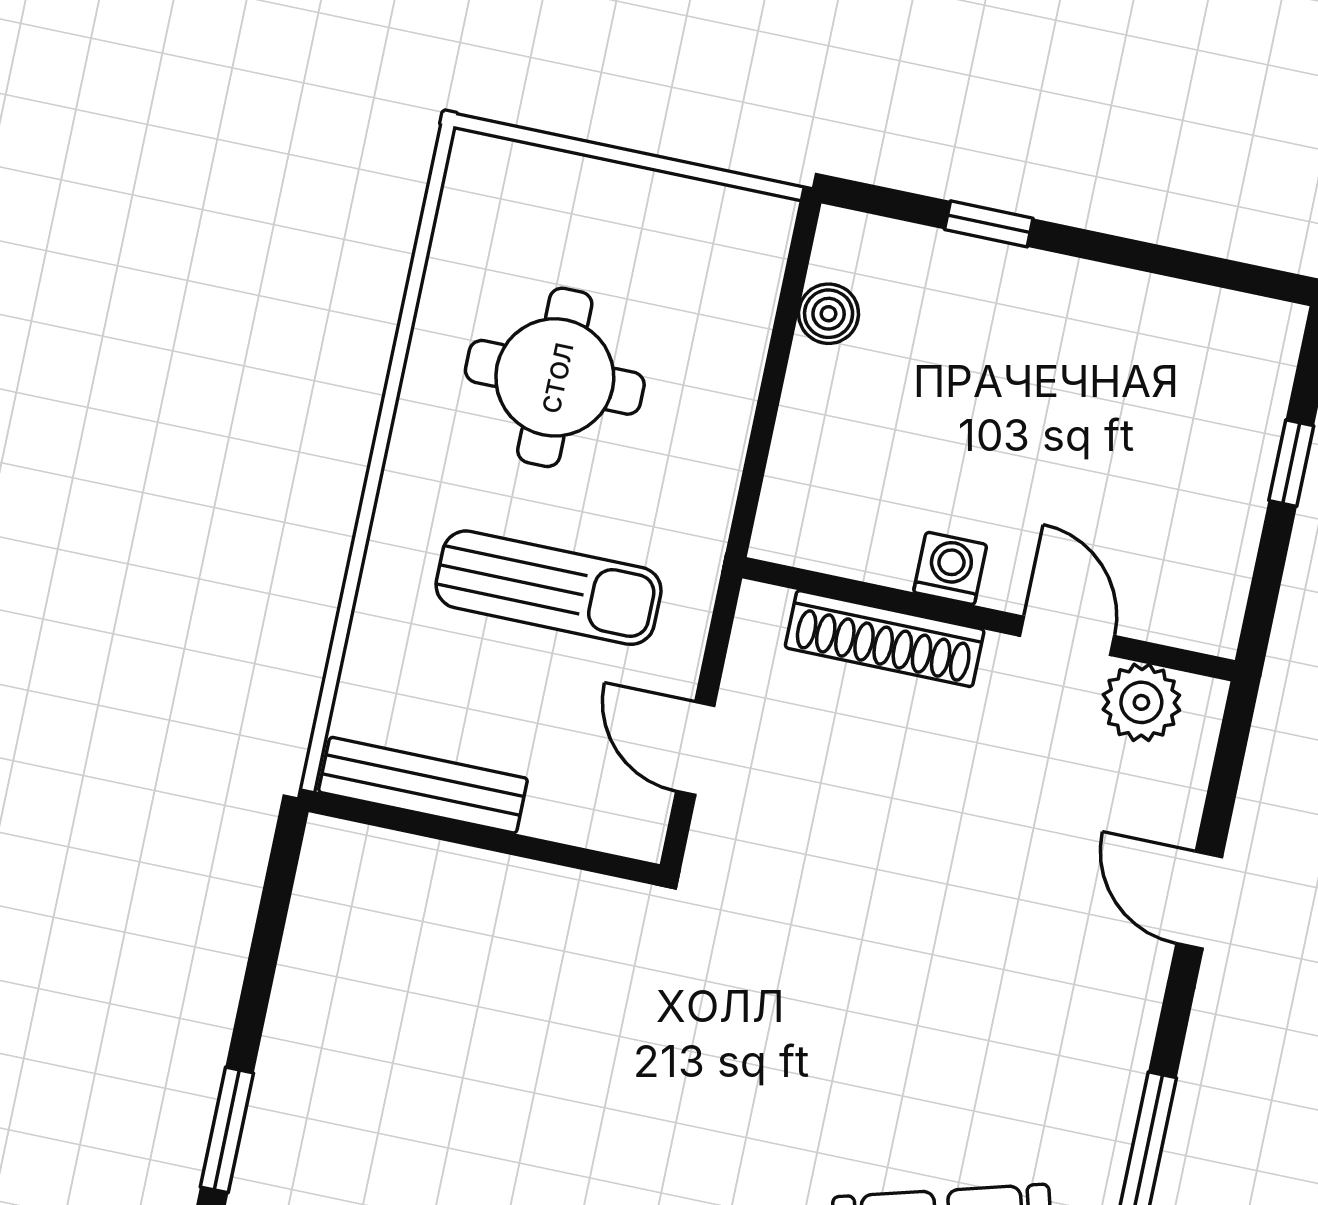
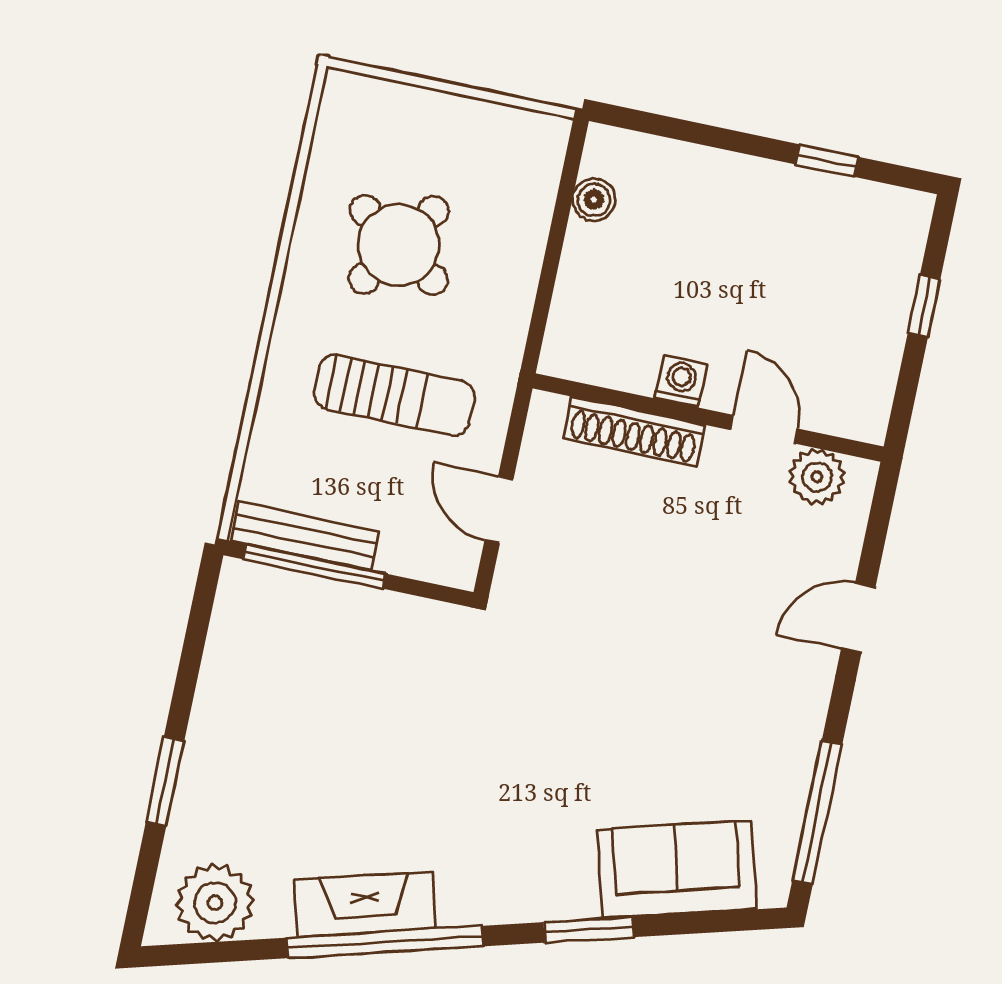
window: (989, 224) -> (827, 161), moved
round table: (555, 377) -> (399, 245), turned 34
window: (437, 828) -> (315, 566), added
door: (1199, 900) -> (858, 618), hinge flipped

